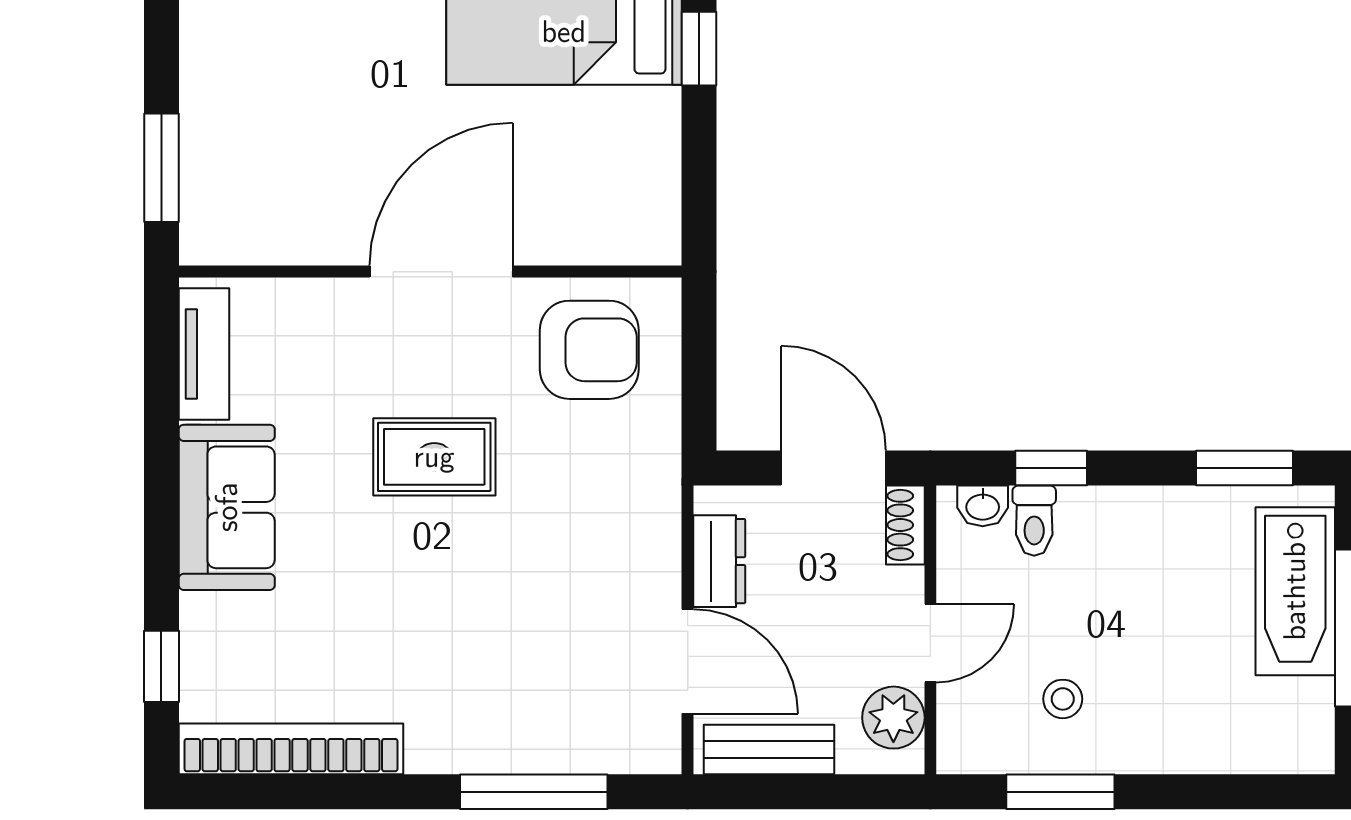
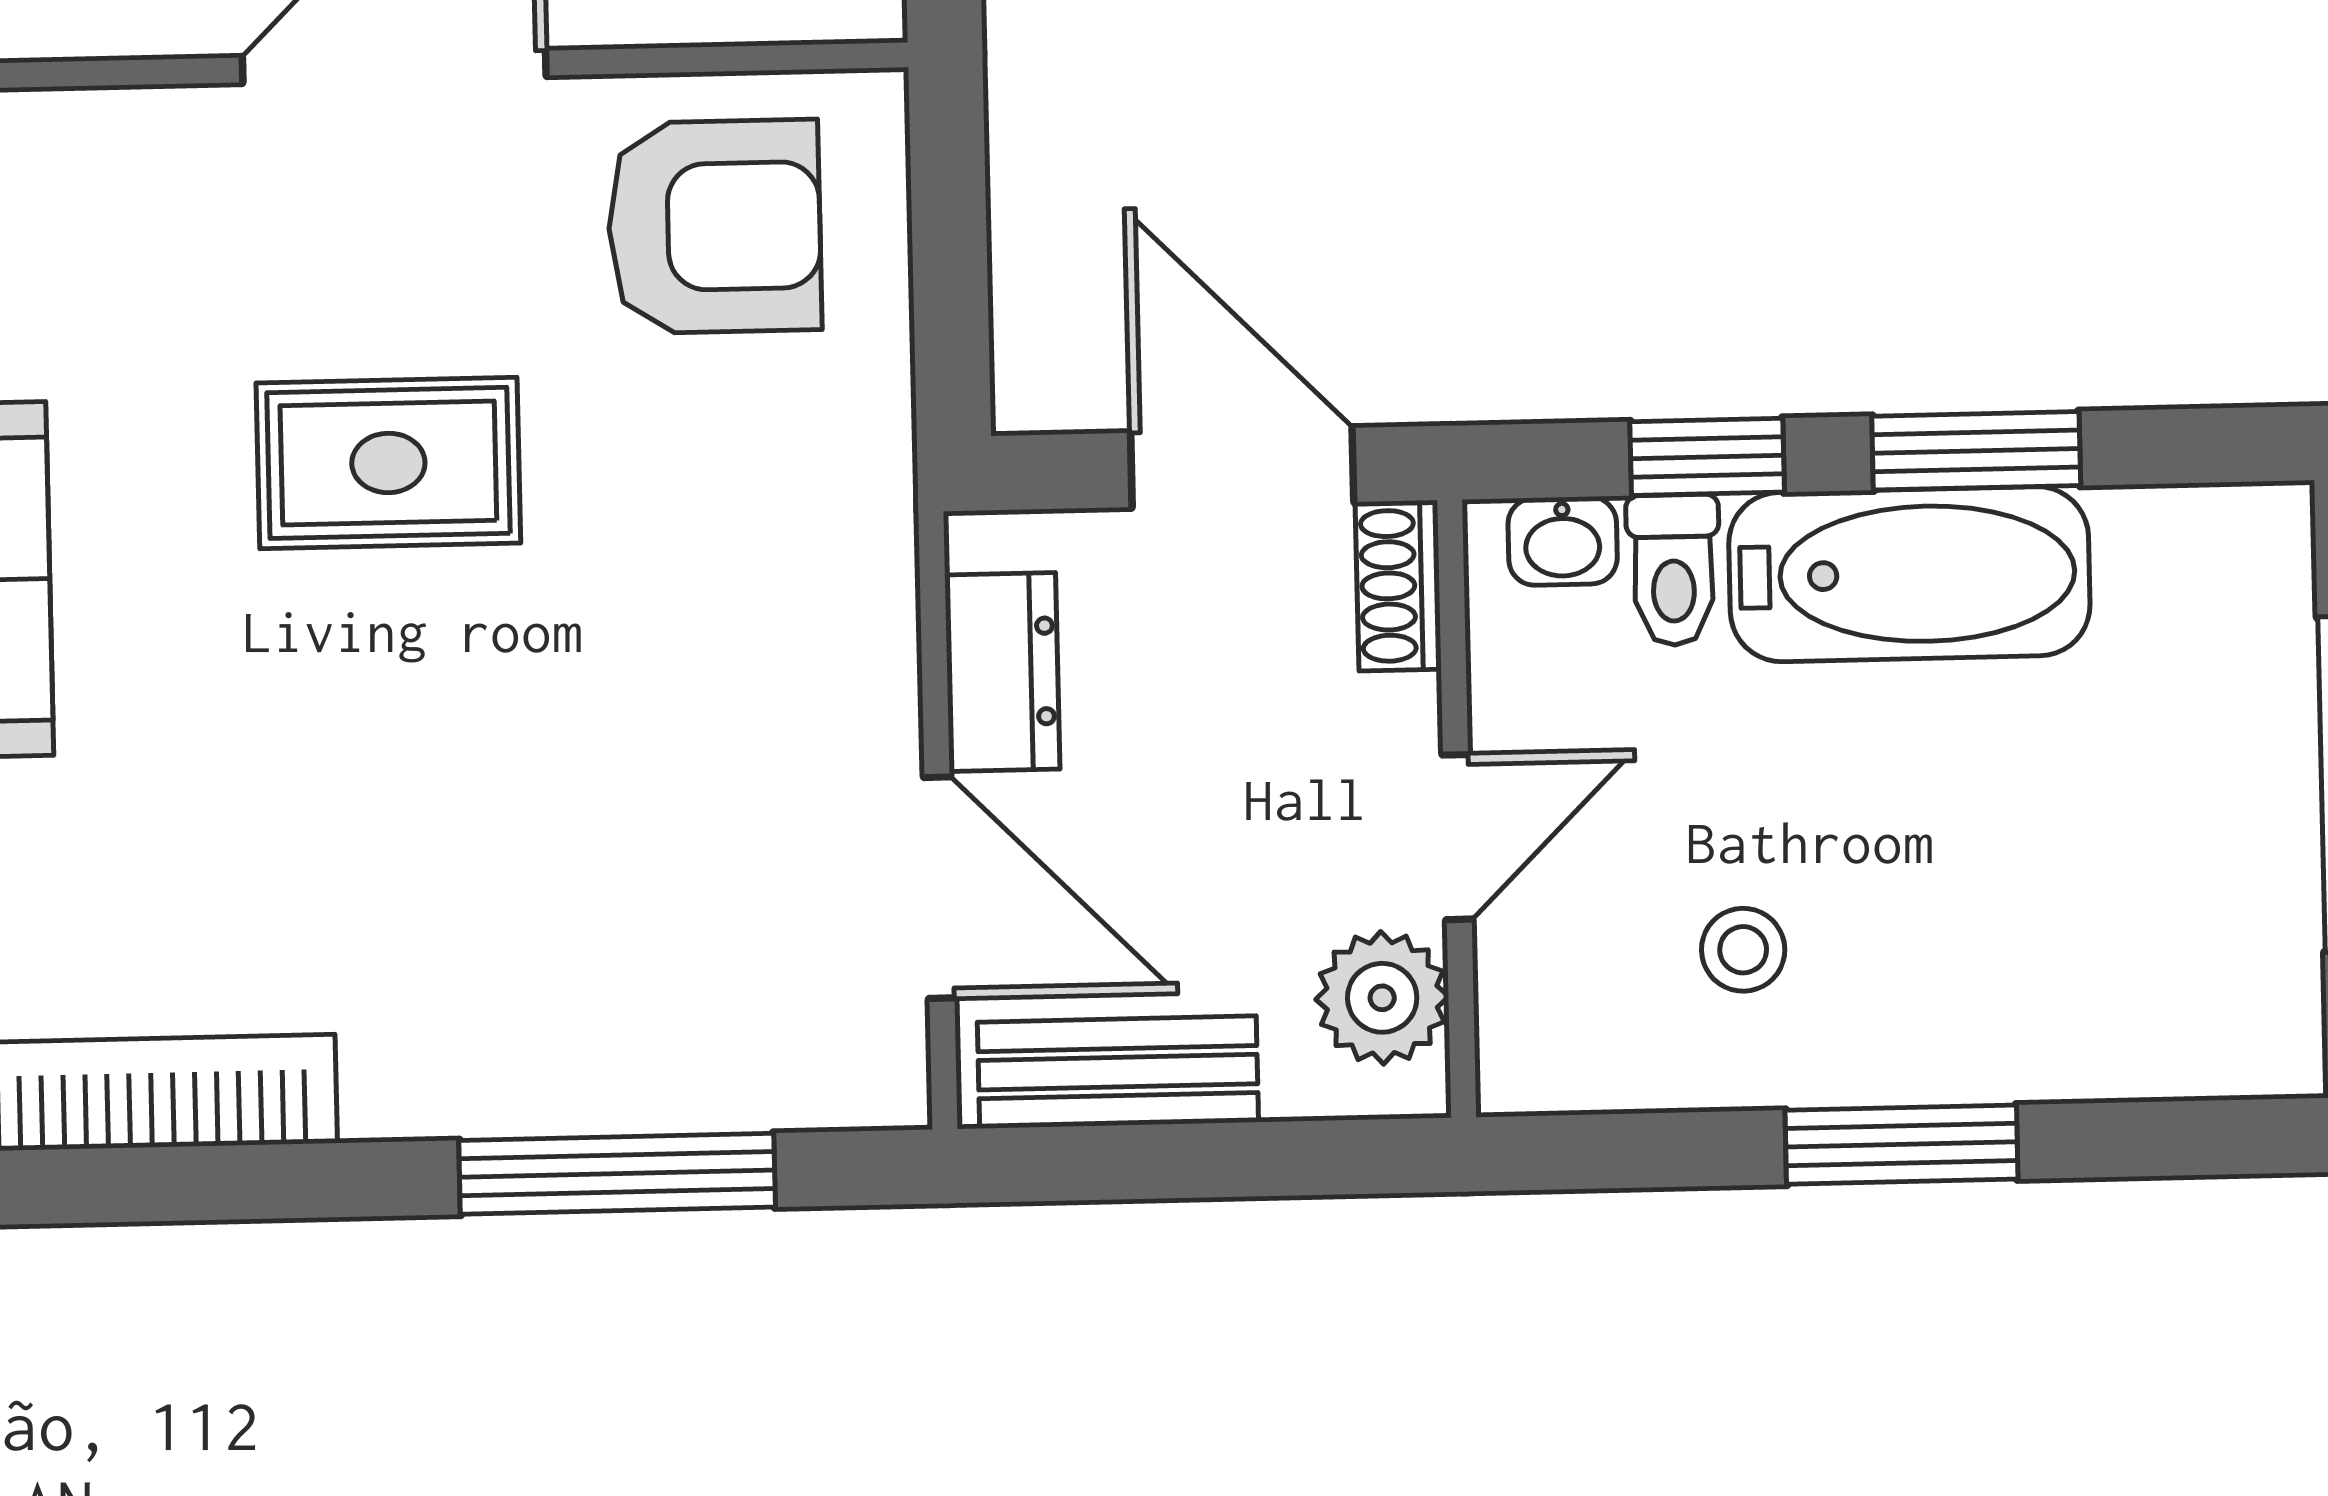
window: (1244, 468) -> (1976, 451), moved
bathtub: (1295, 591) -> (1909, 574), moved, turned -90
window: (1060, 792) -> (1901, 1145), moved

